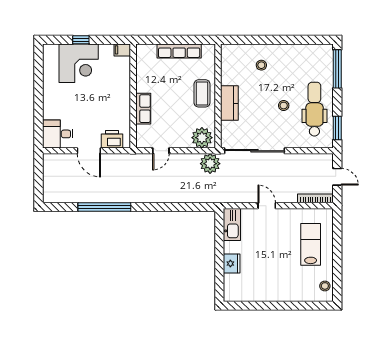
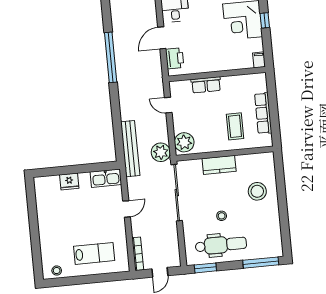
stool: (261, 65) -> (257, 191), width x1.89, depth x1.89
coffee table: (202, 93) -> (235, 126), moved, turned 90
bench: (203, 195) -> (130, 149), added

